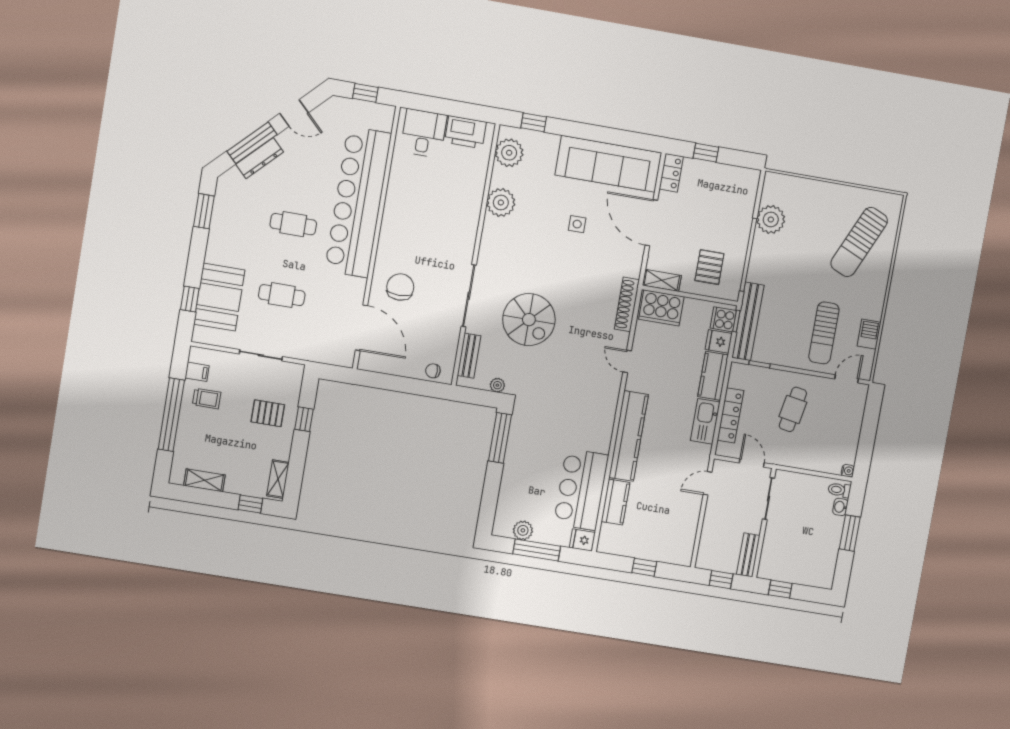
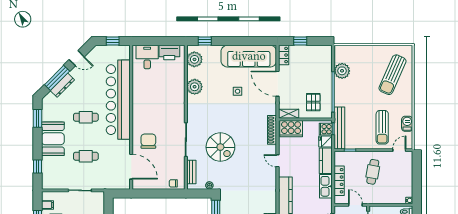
booth: (219, 297) -> (53, 139), moved

